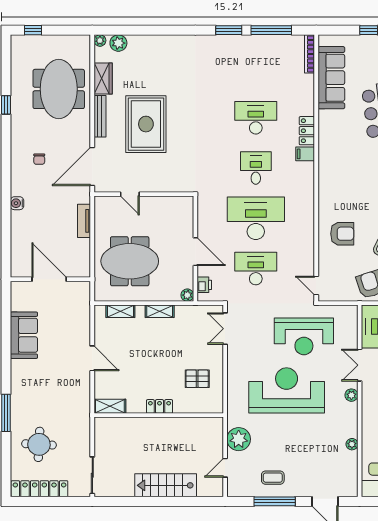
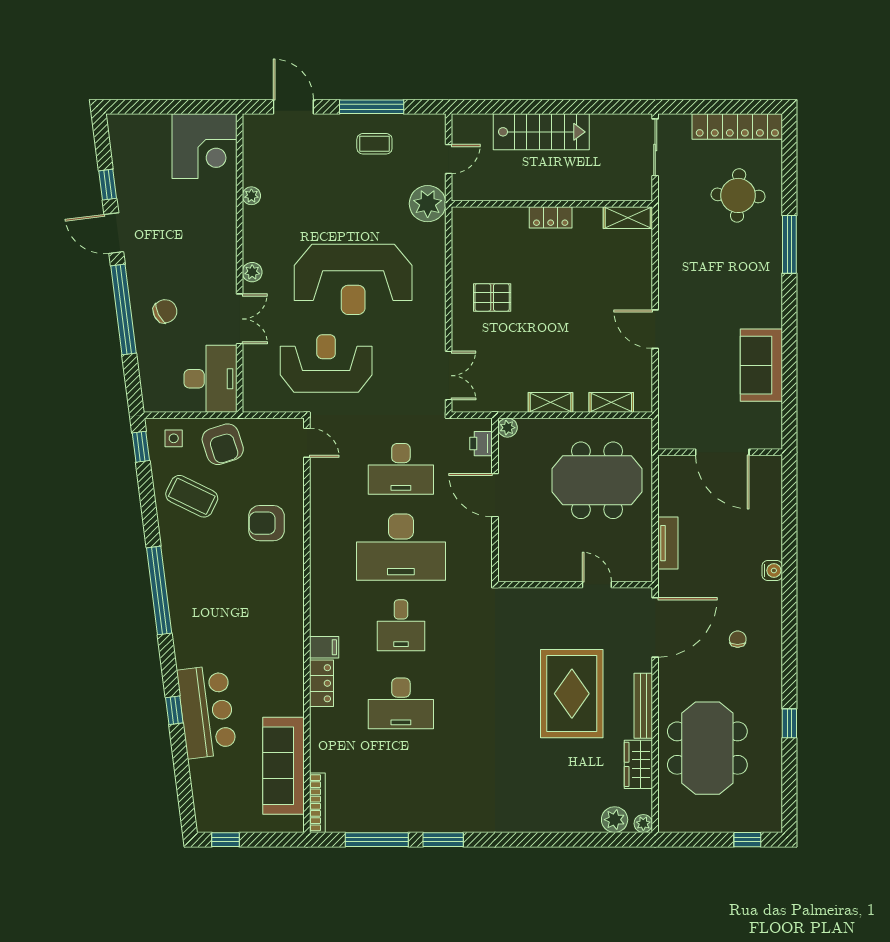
shelving: (110, 406) -> (628, 218), moved
locker: (159, 406) -> (551, 217), moved
wall: (159, 415) -> (552, 204), moved

